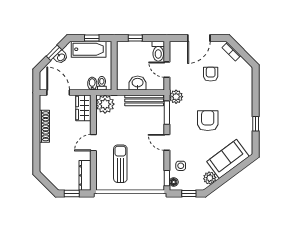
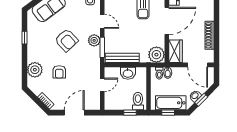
toilet: (158, 51) -> (138, 101), moved
door: (167, 70) -> (102, 85), hinge flipped
armchair: (211, 74) -> (59, 72), moved
plant: (244, 87) -> (35, 70), added
plant: (176, 97) -> (94, 40), moved
armchair: (208, 121) -> (66, 40), turned -43
door: (93, 143) -> (167, 21), width x1.87

